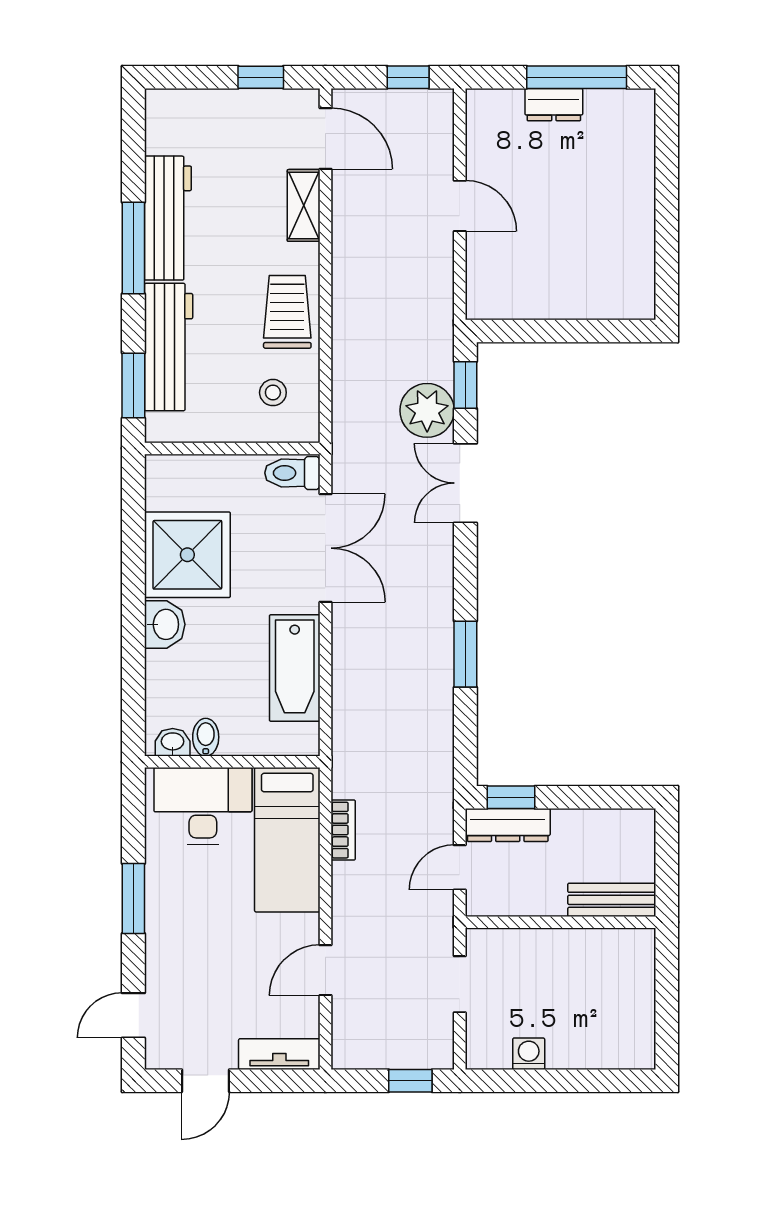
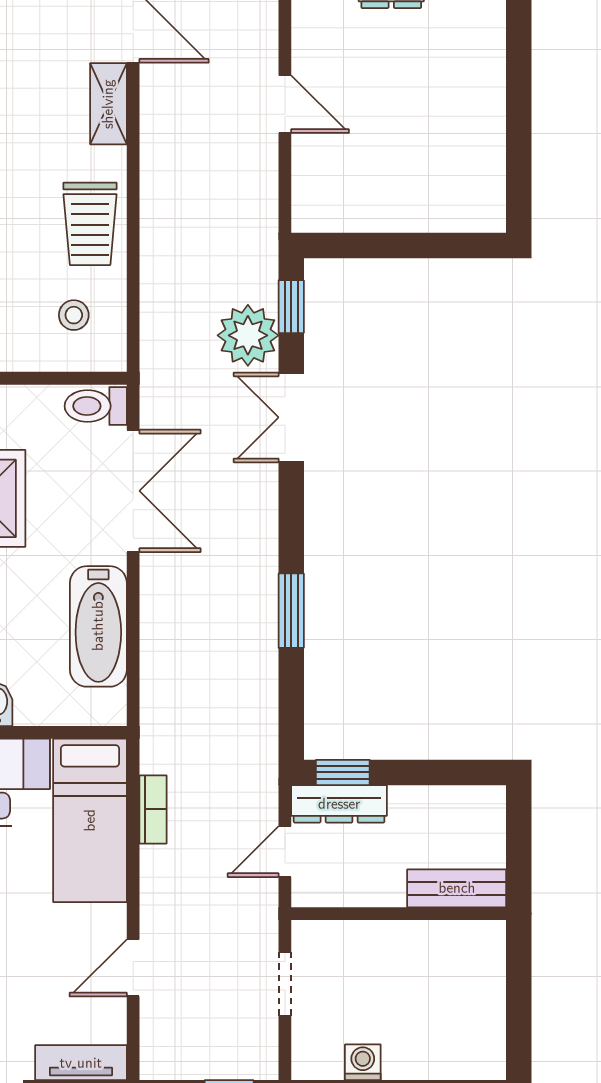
trolley: (287, 312) -> (90, 224), turned 180

